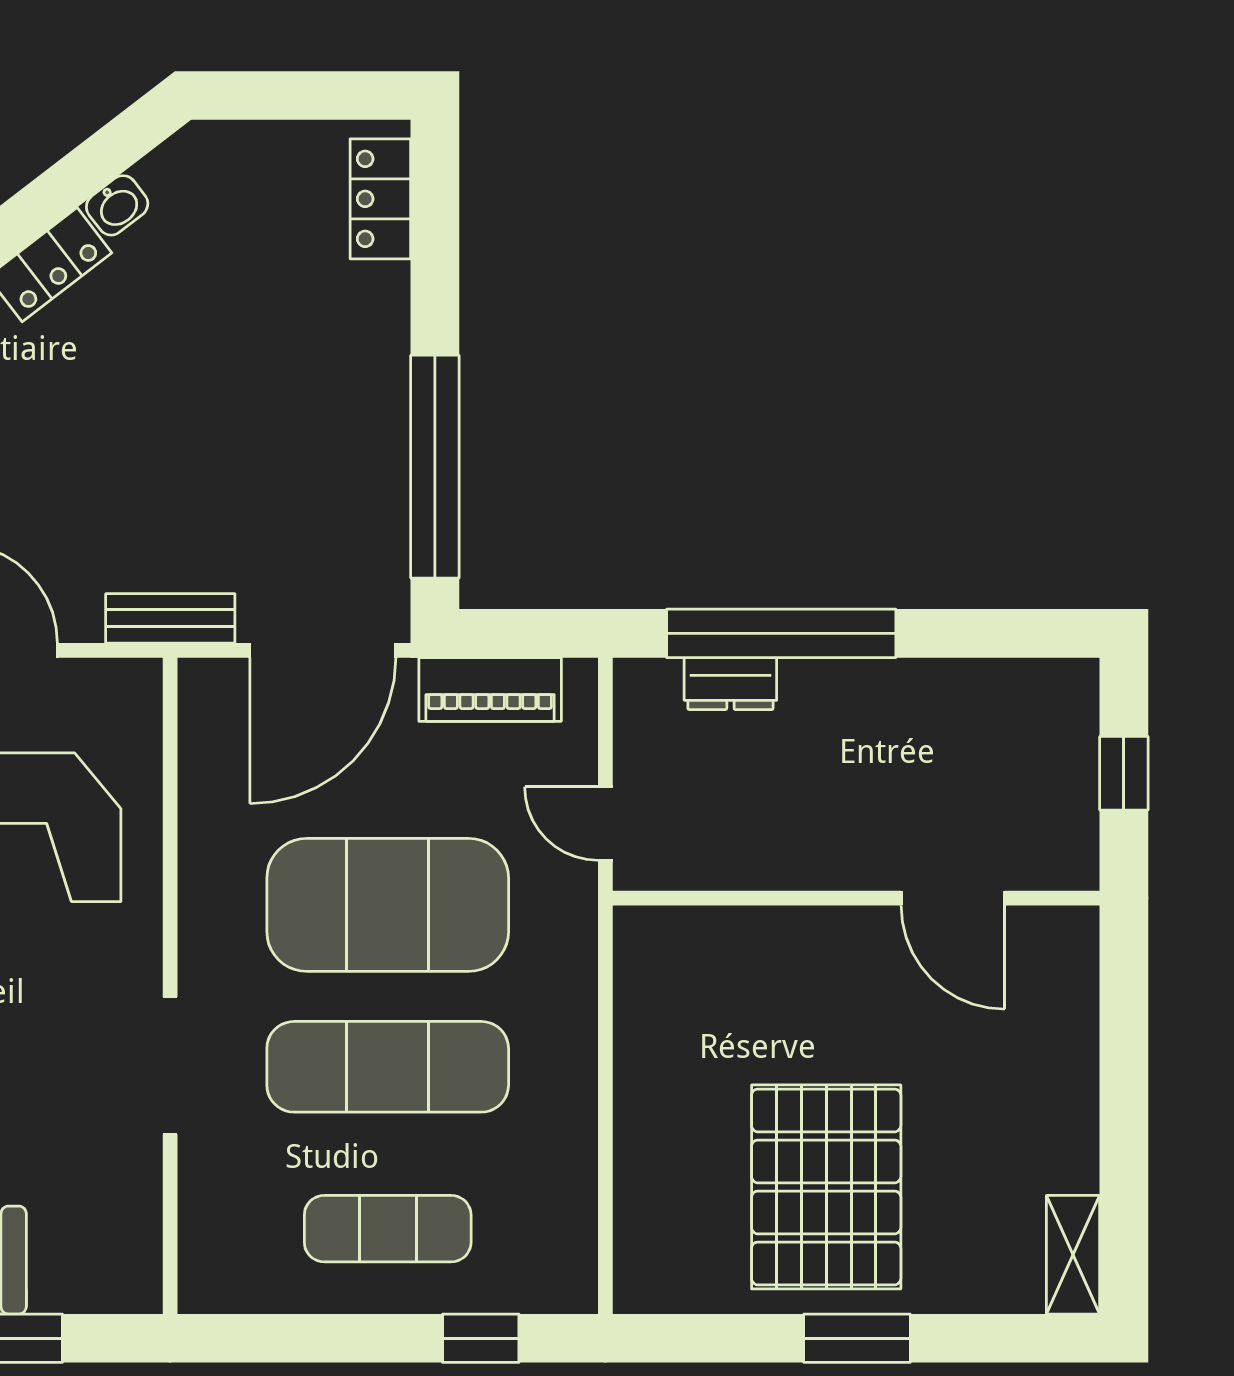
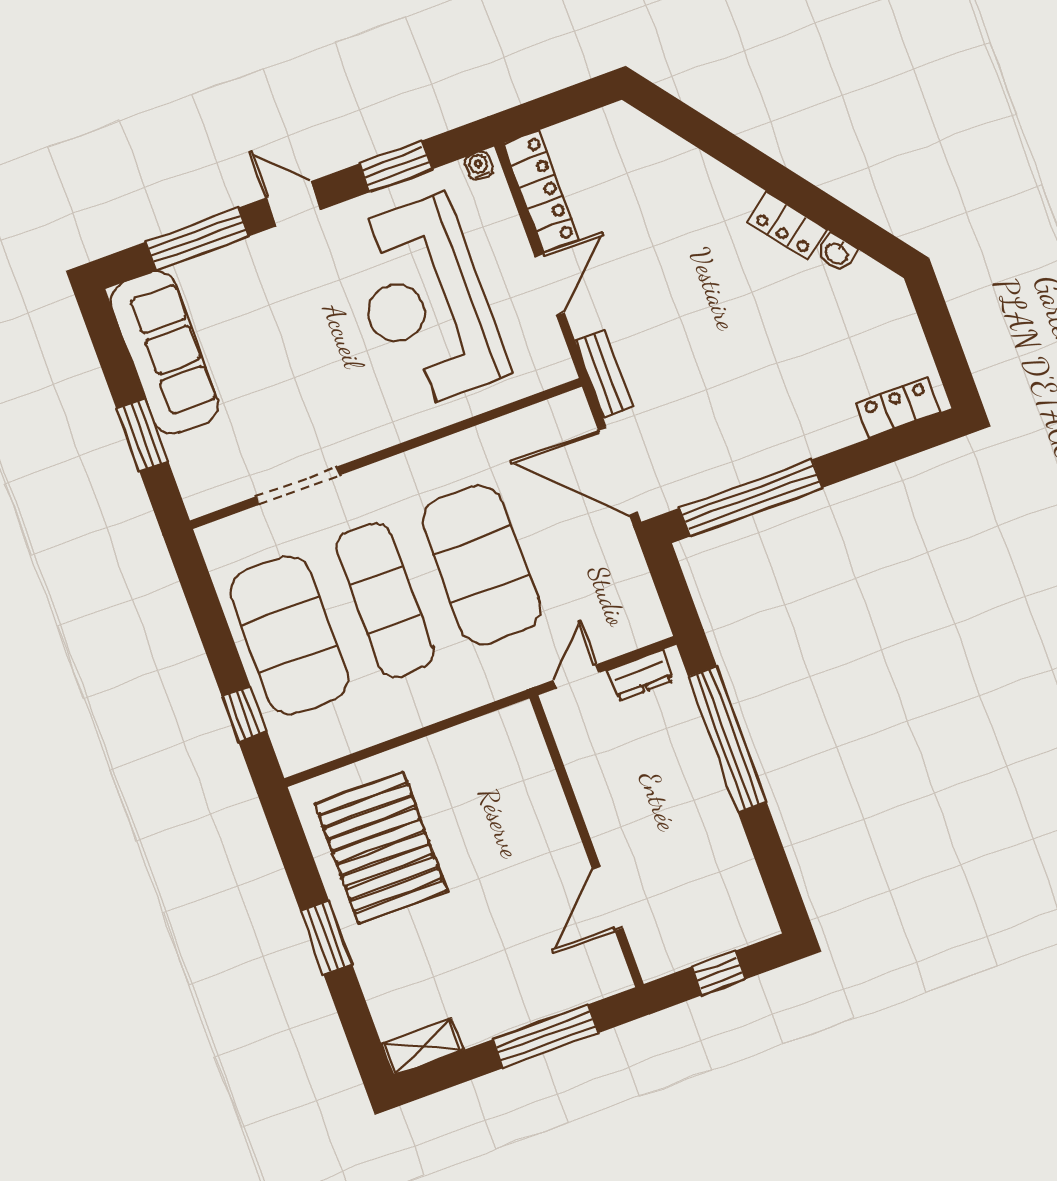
dresser: (730, 684) -> (640, 675), moved, turned -90
piano: (490, 689) -> (631, 579), removed
doorway: (170, 1066) -> (298, 486), moved
window: (1124, 1066) -> (545, 1036), added
pallet: (826, 1187) -> (381, 848), moved, turned 90
exercise mat: (388, 1229) -> (289, 635), width x2.00, depth x1.45

